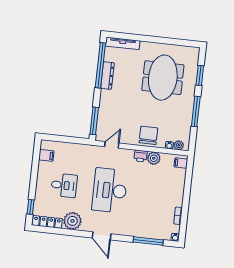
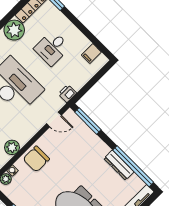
chair: (148, 135) -> (36, 159), turned 90
door: (112, 145) -> (54, 119), hinge flipped
printer: (140, 156) -> (67, 93), moved

